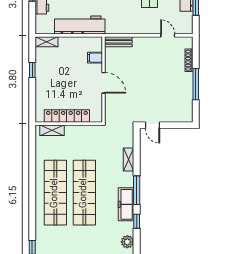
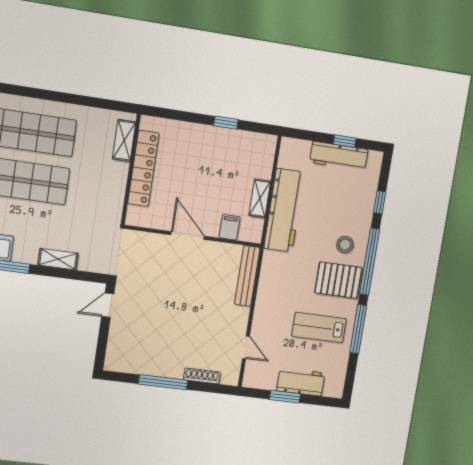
door: (168, 35) -> (246, 347), hinge flipped
shelving: (46, 42) -> (260, 198), moved
bench: (118, 42) -> (247, 276), width x1.36
door: (104, 83) -> (188, 236), swing flipped

